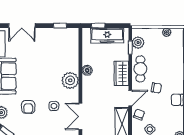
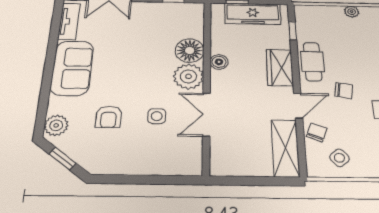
plant: (138, 43) -> (305, 24), removed
floor lamp: (70, 63) -> (190, 51), added
double door: (80, 116) -> (206, 115), moved

